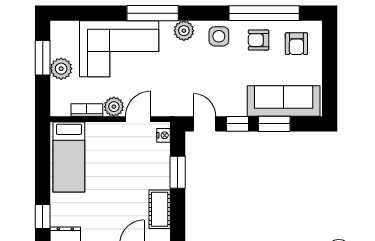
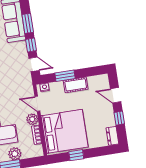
door: (205, 124) -> (34, 64), swing flipped
bed: (69, 157) -> (65, 131), width x2.04
cot: (160, 209) -> (76, 85), moved
window: (43, 216) -> (76, 155), moved

